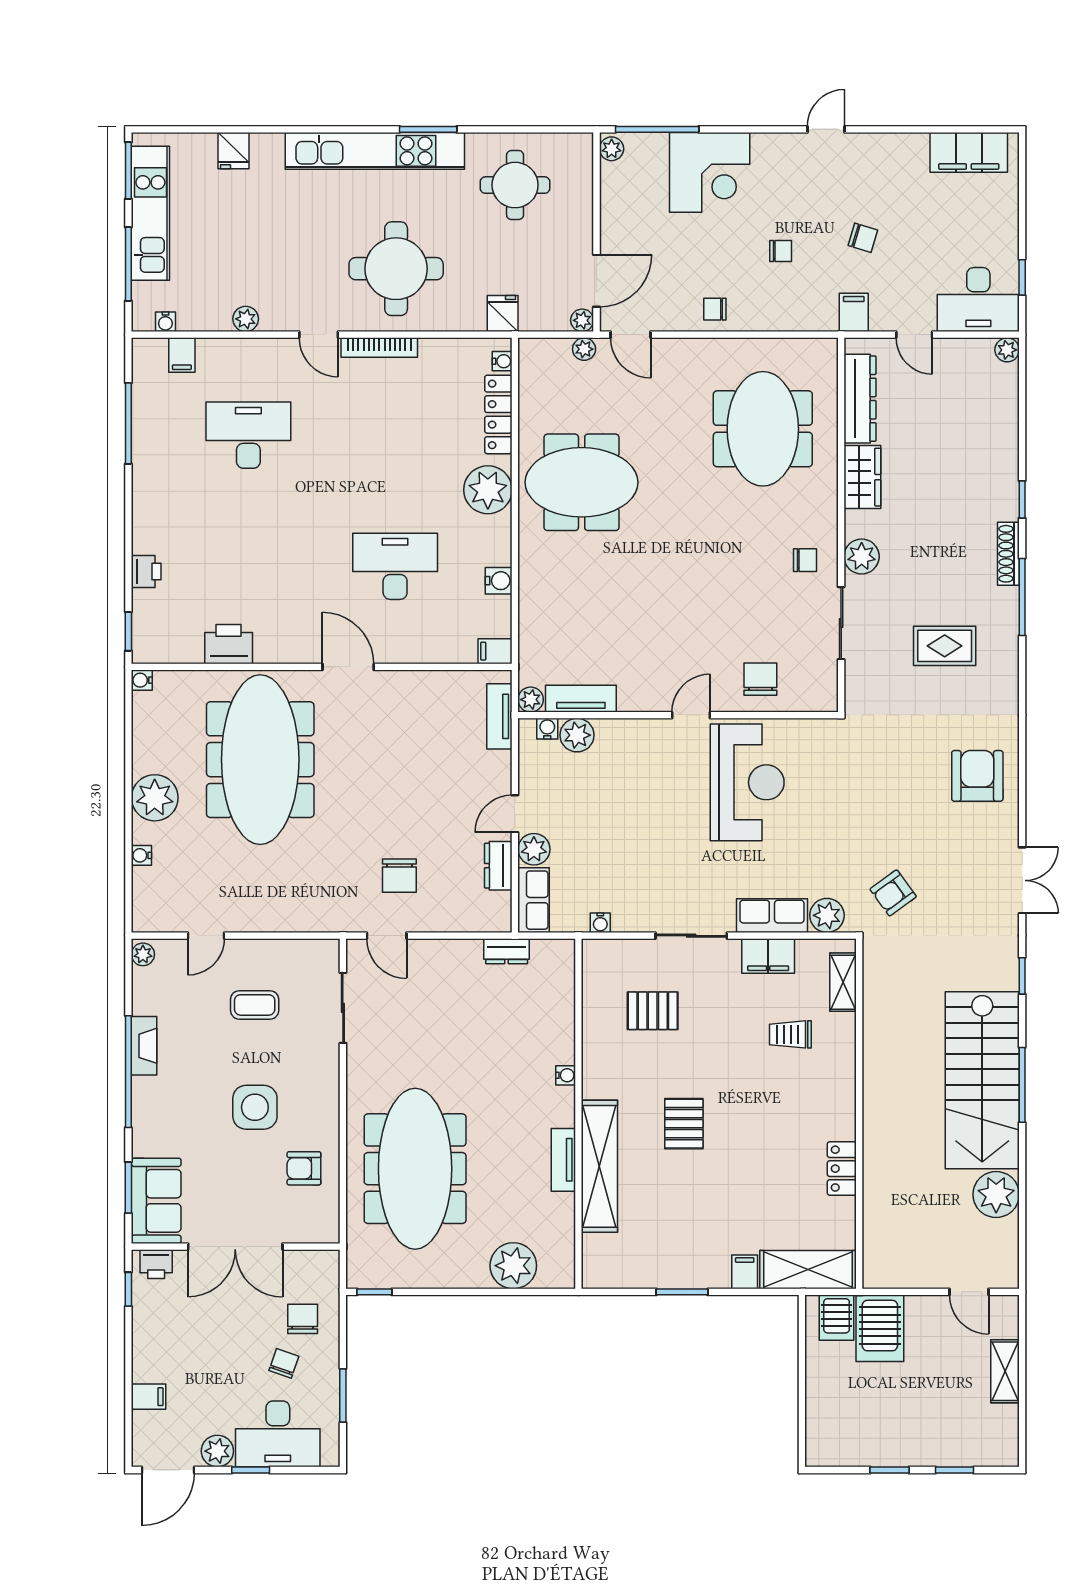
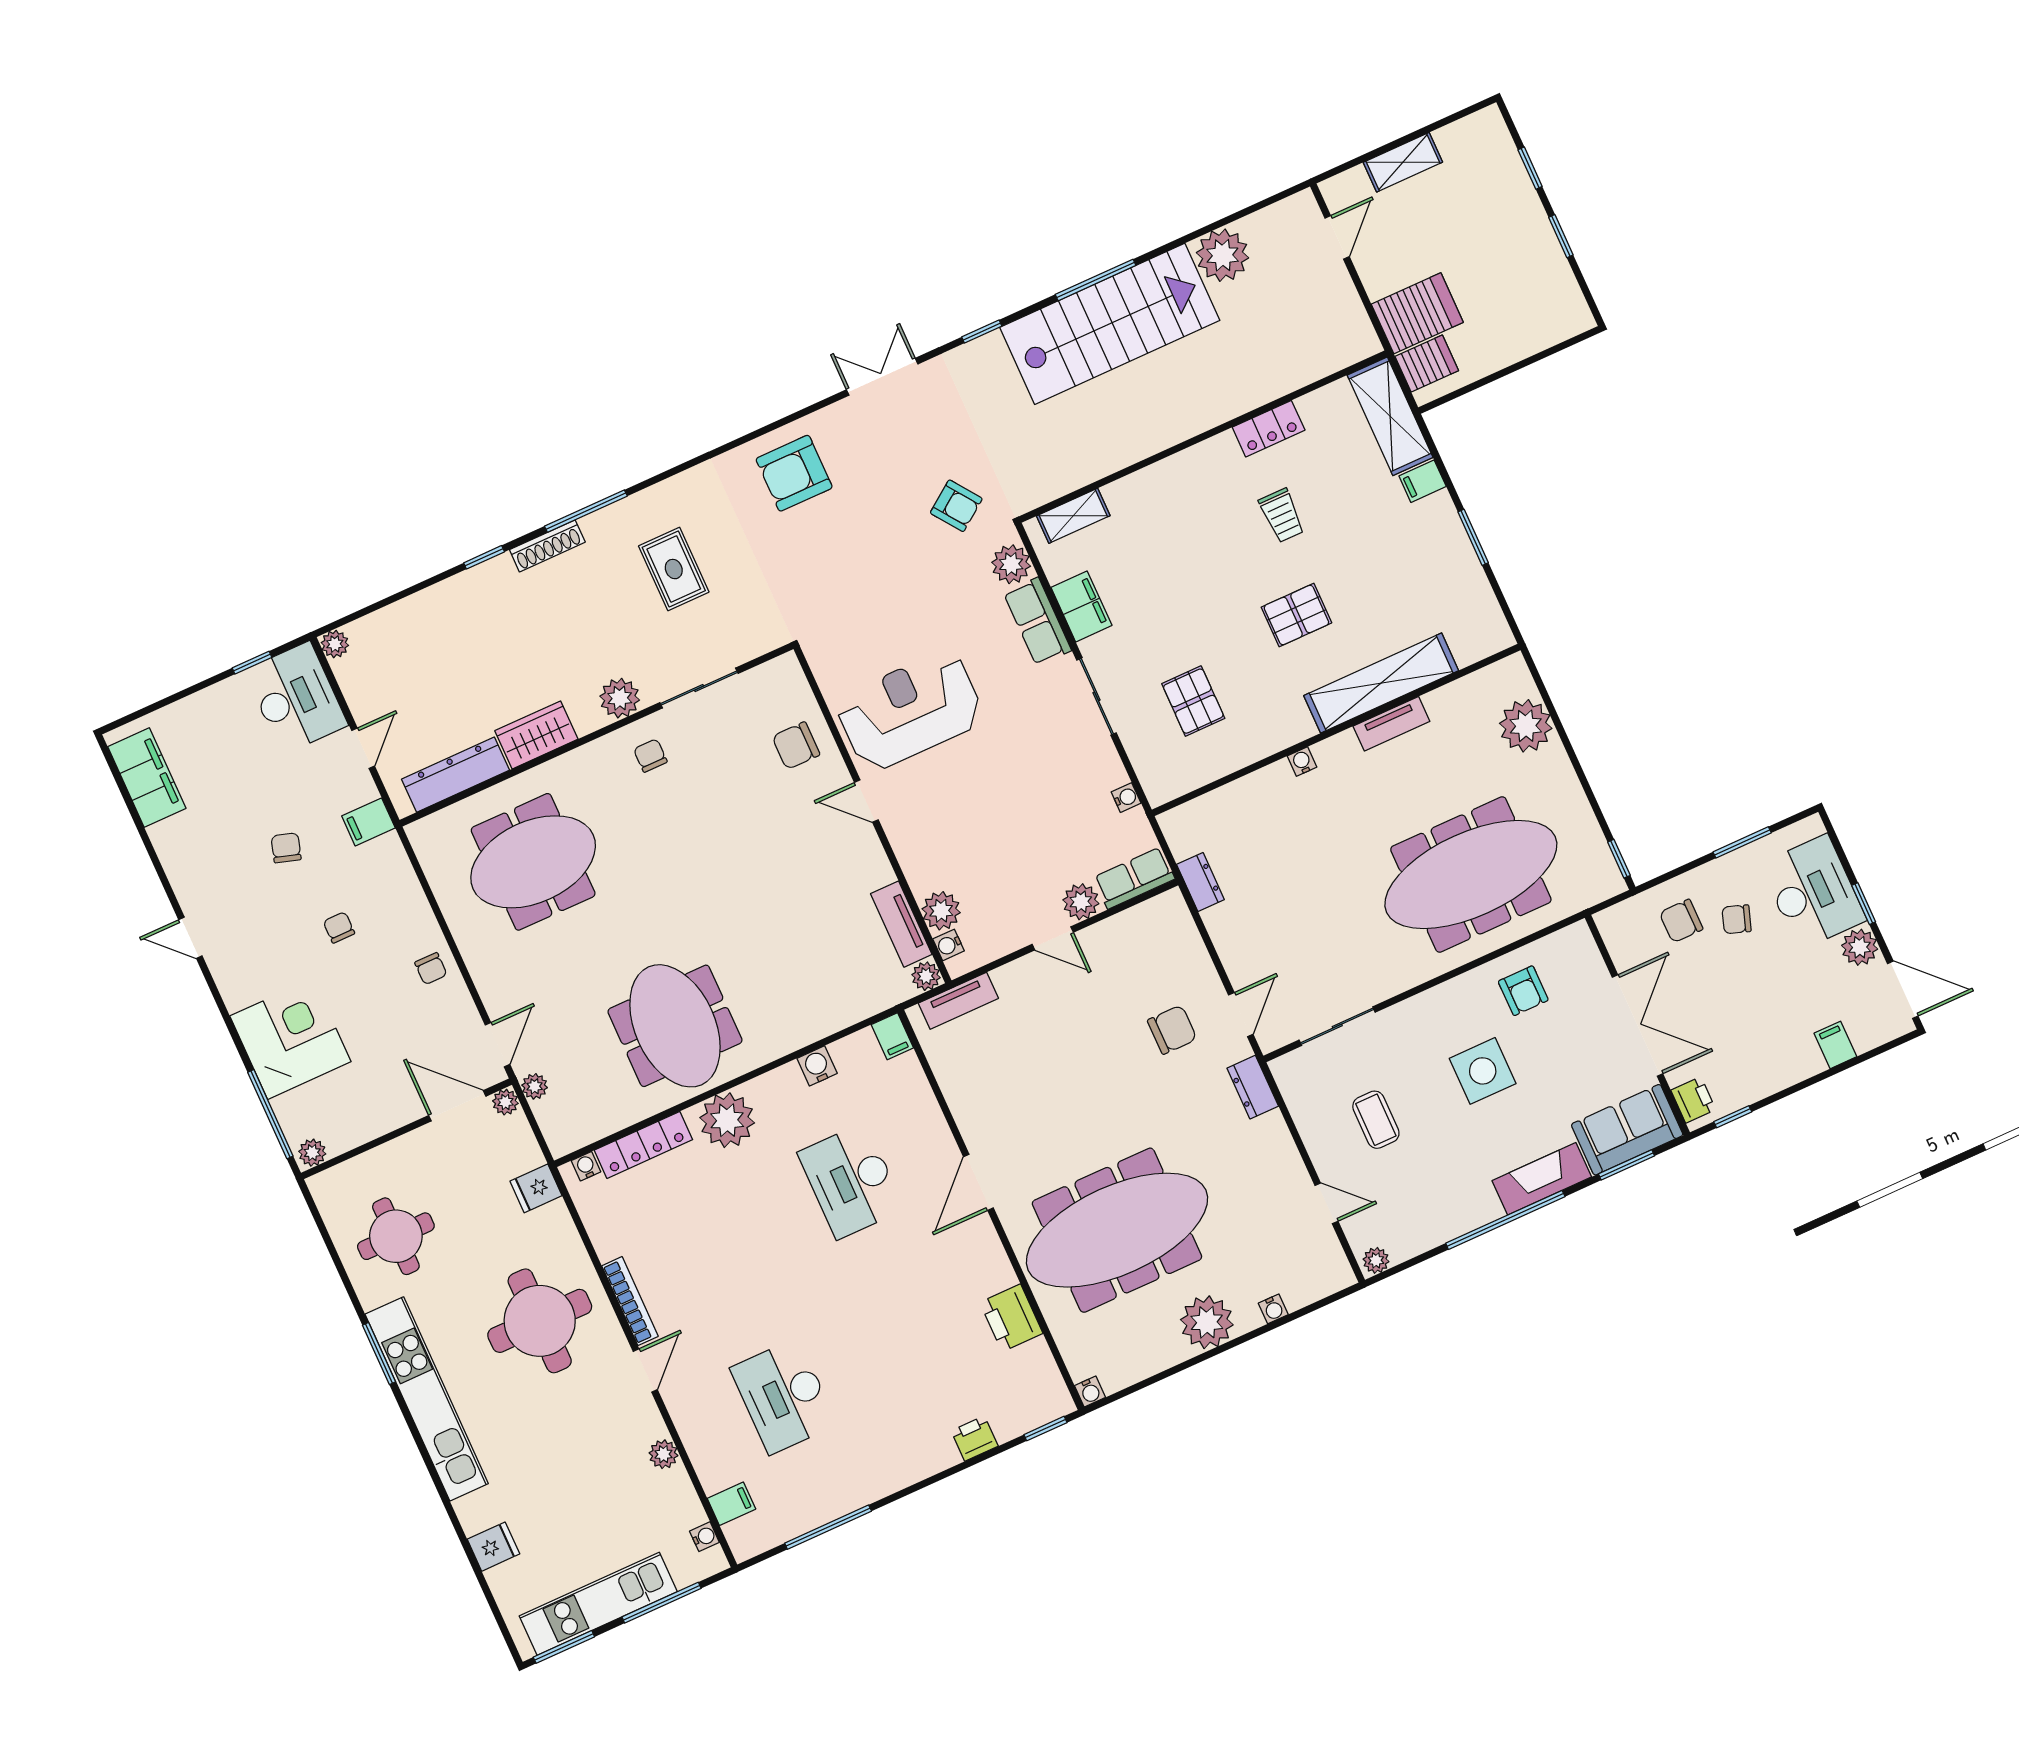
dresser: (498, 866) -> (1253, 1087), moved, turned 90
trolley: (790, 1034) -> (1282, 515), moved
fireplace: (144, 1046) -> (1542, 1179), moved, width x1.37, depth x1.32

